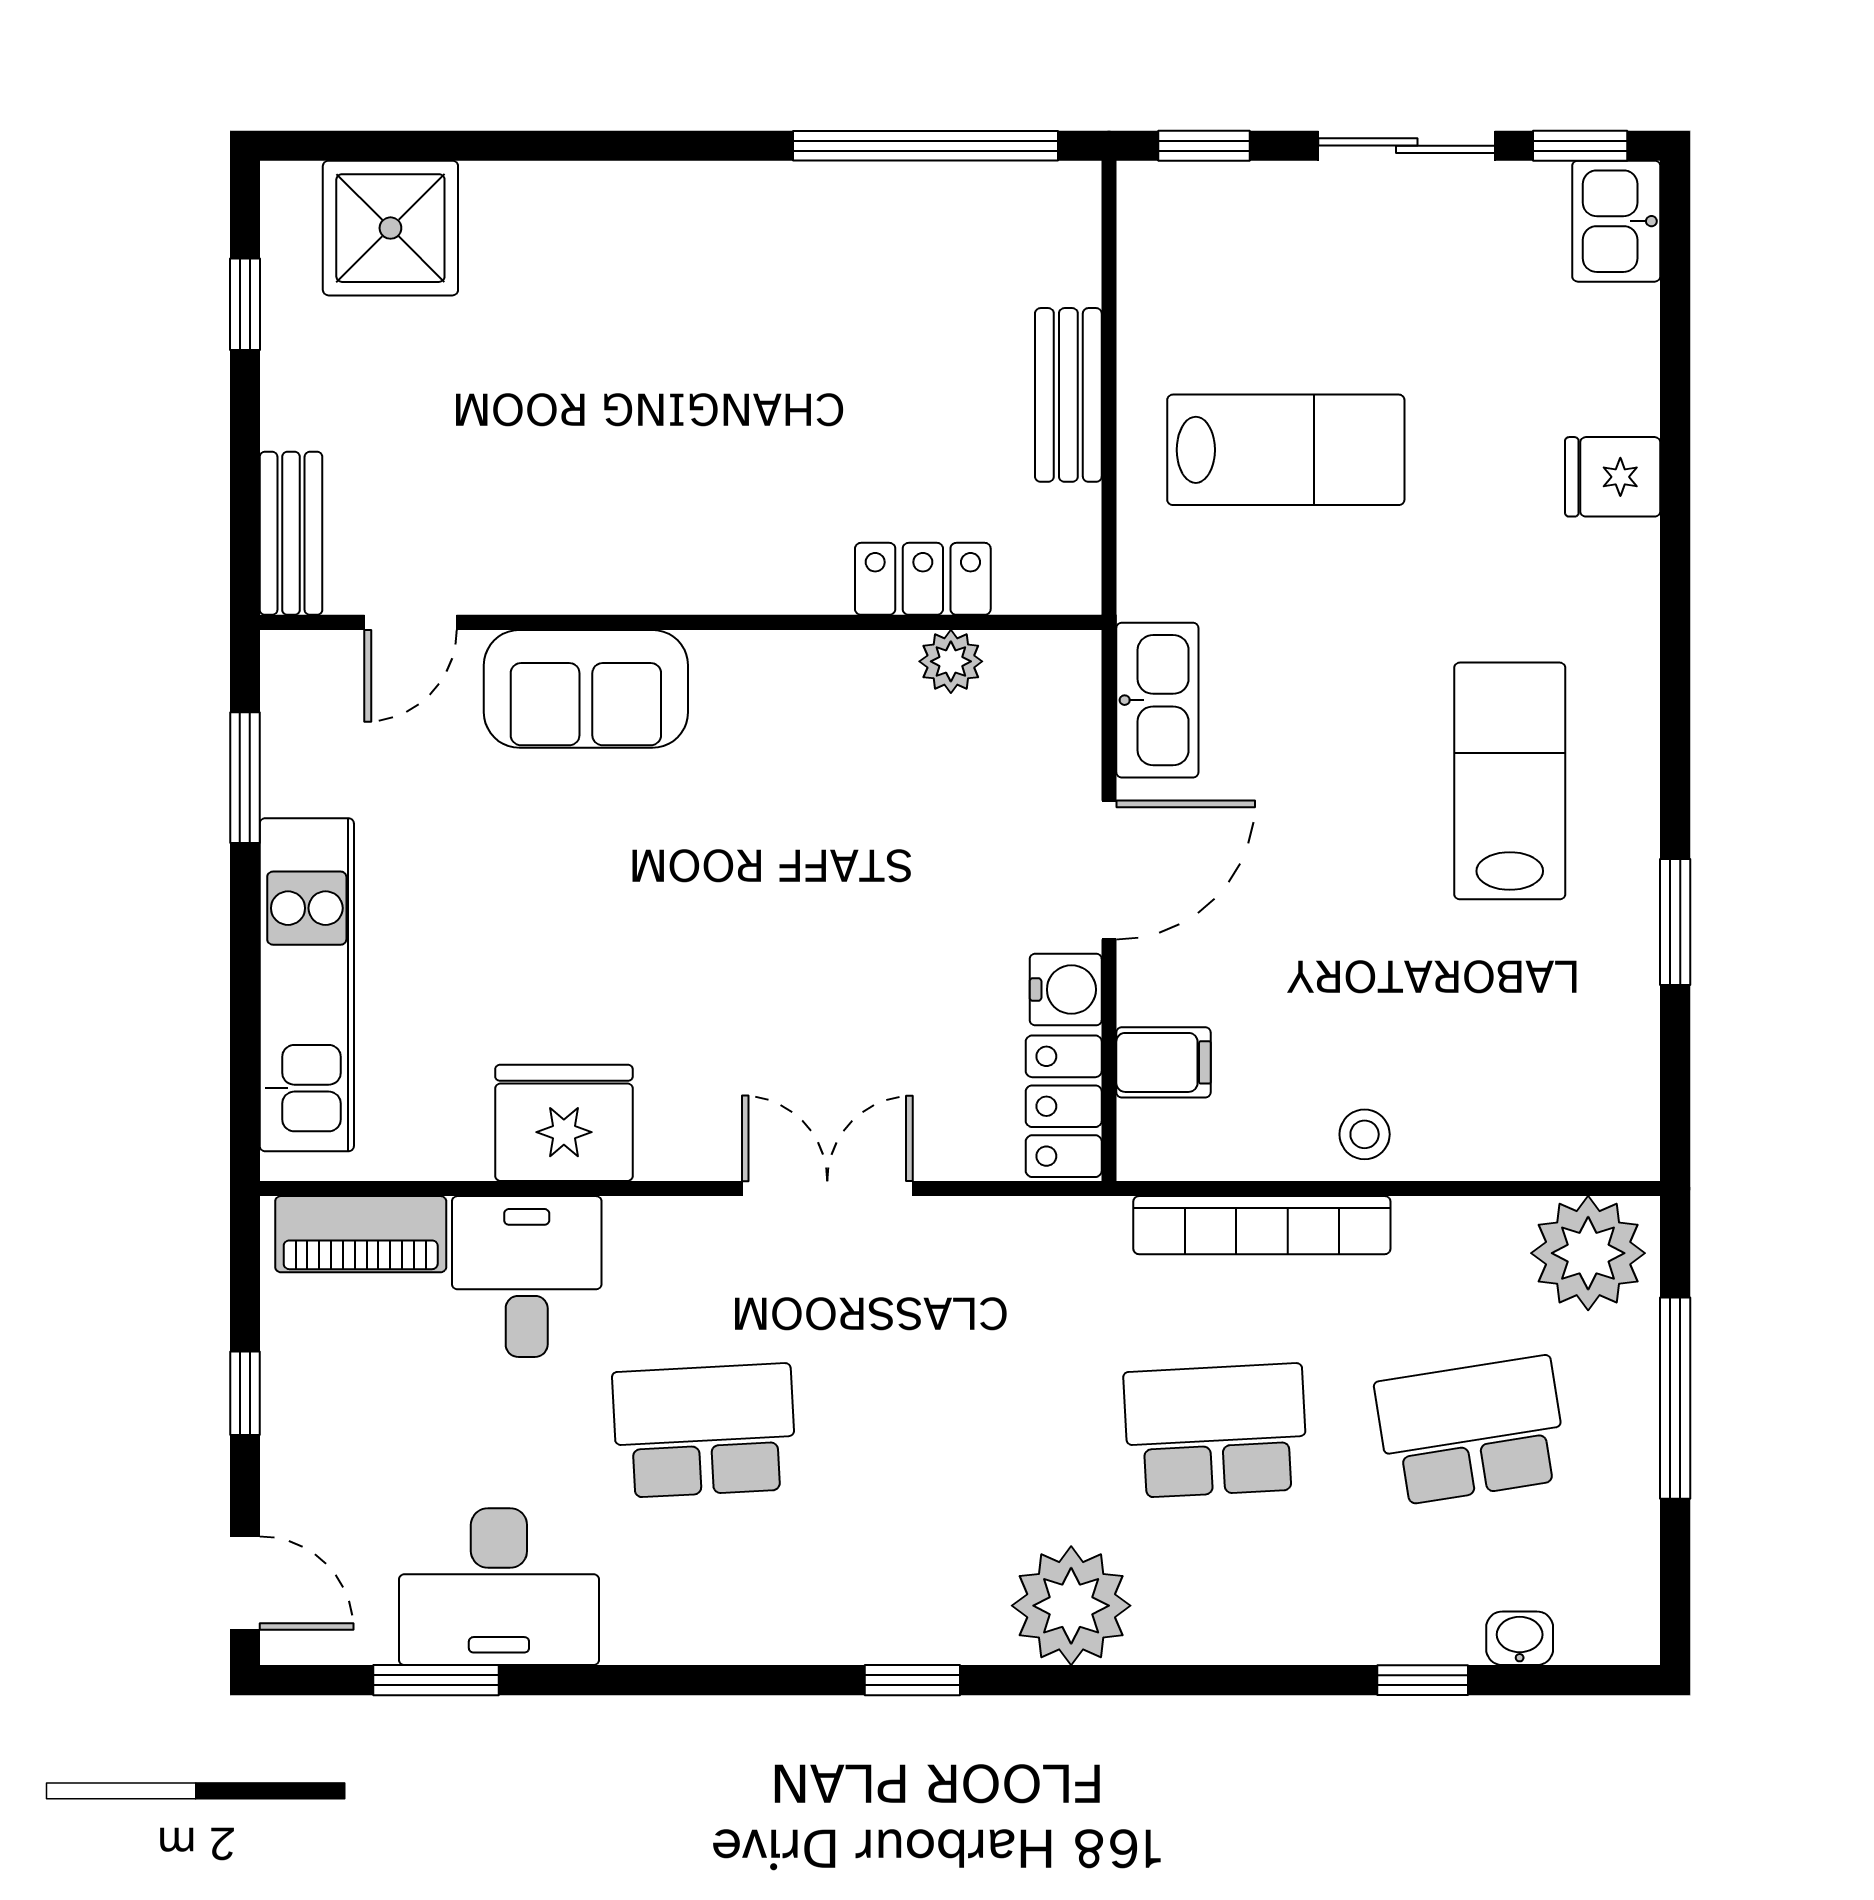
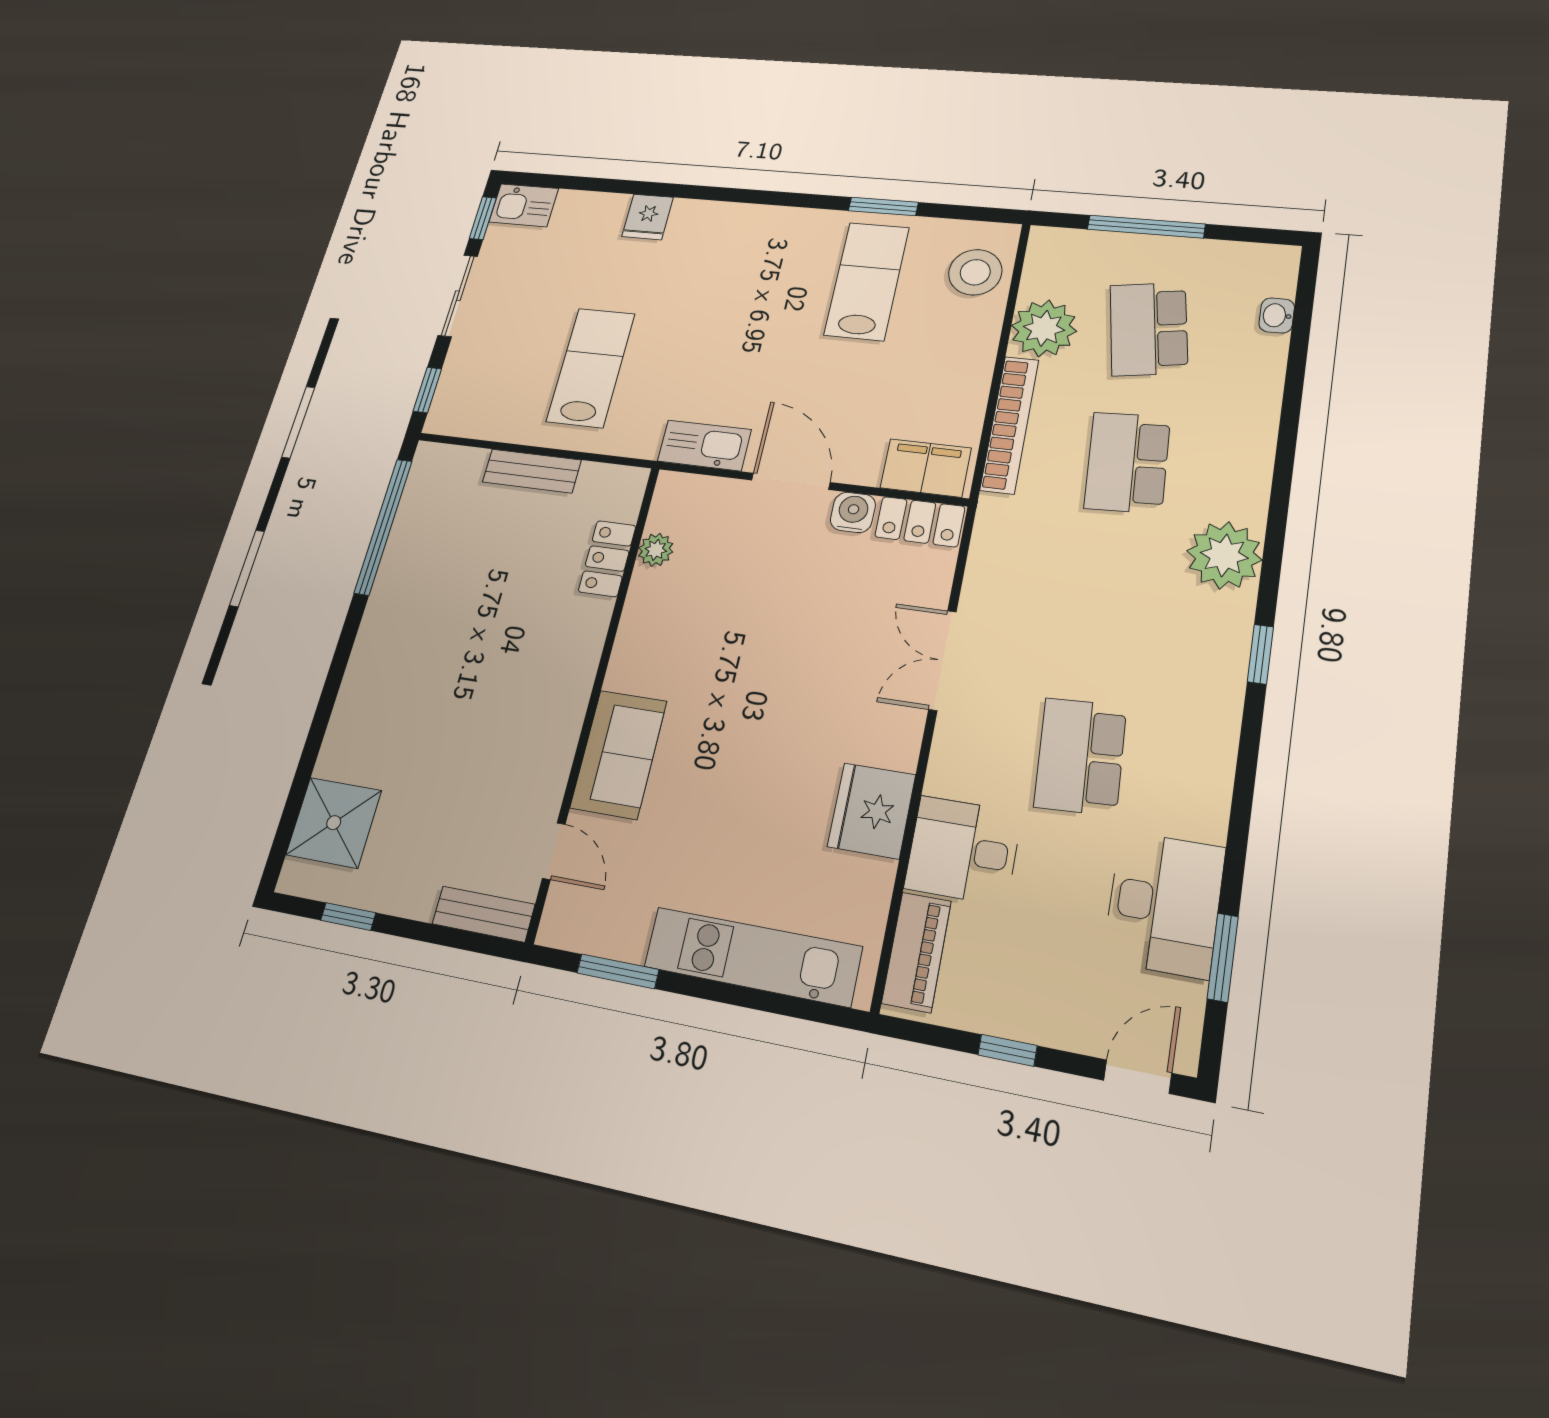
lab bench: (1510, 781) -> (867, 281), moved, turned 90
filing cabinet: (1163, 1062) -> (926, 468), width x2.00
stool: (1365, 1134) -> (975, 272), moved, width x1.89, depth x1.89
plant: (1588, 1253) -> (1044, 328), moved
window: (1423, 1680) -> (1296, 368), removed

